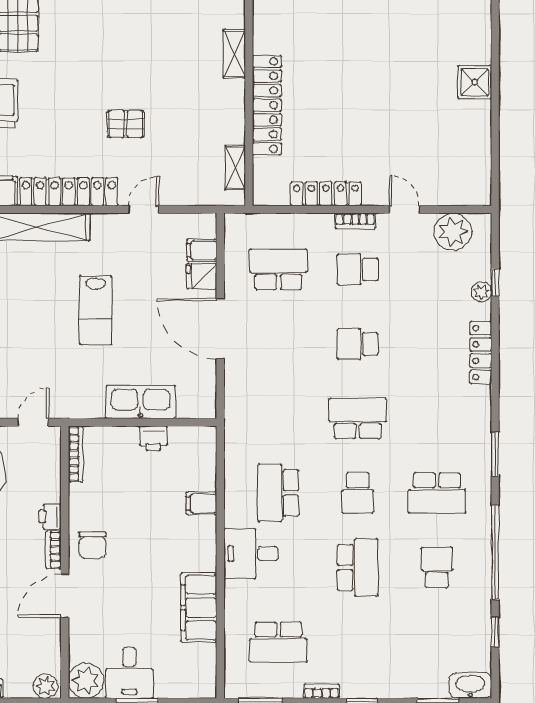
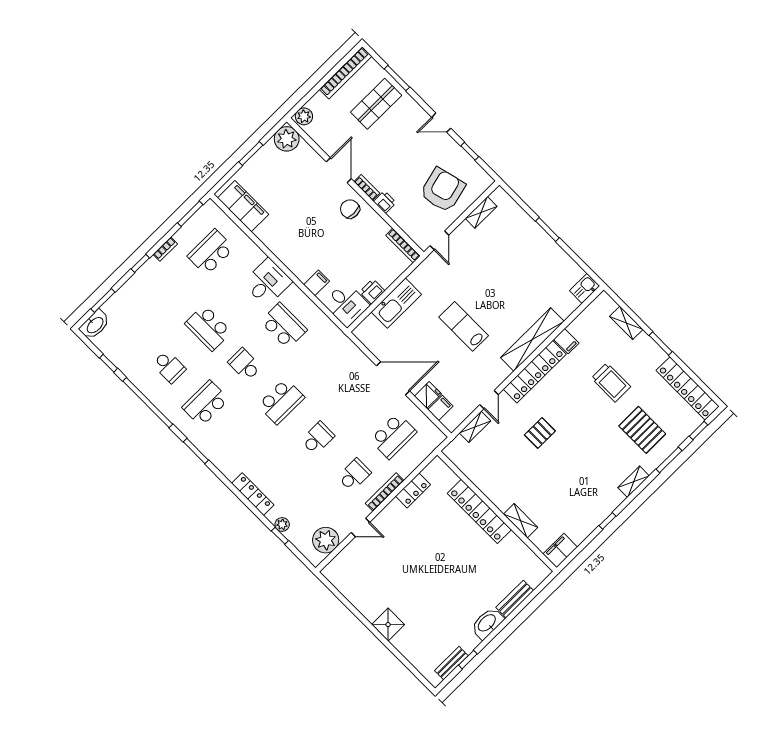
shelving: (235, 168) -> (475, 427), moved, turned 90
locker: (326, 194) -> (413, 490), width x0.66
bookcase: (355, 221) -> (385, 492), width x1.56
filing cabinet: (199, 608) -> (243, 206), moved
desk: (129, 673) -> (346, 304), moved, turned 180

